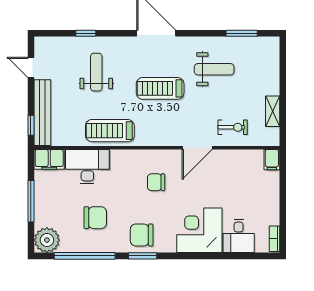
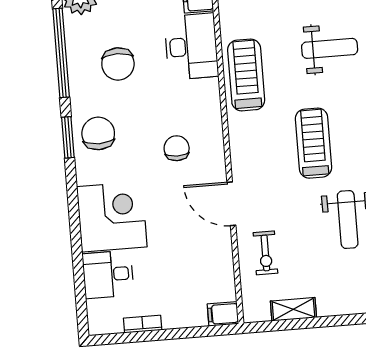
bookcase: (274, 239) -> (143, 324), moved

